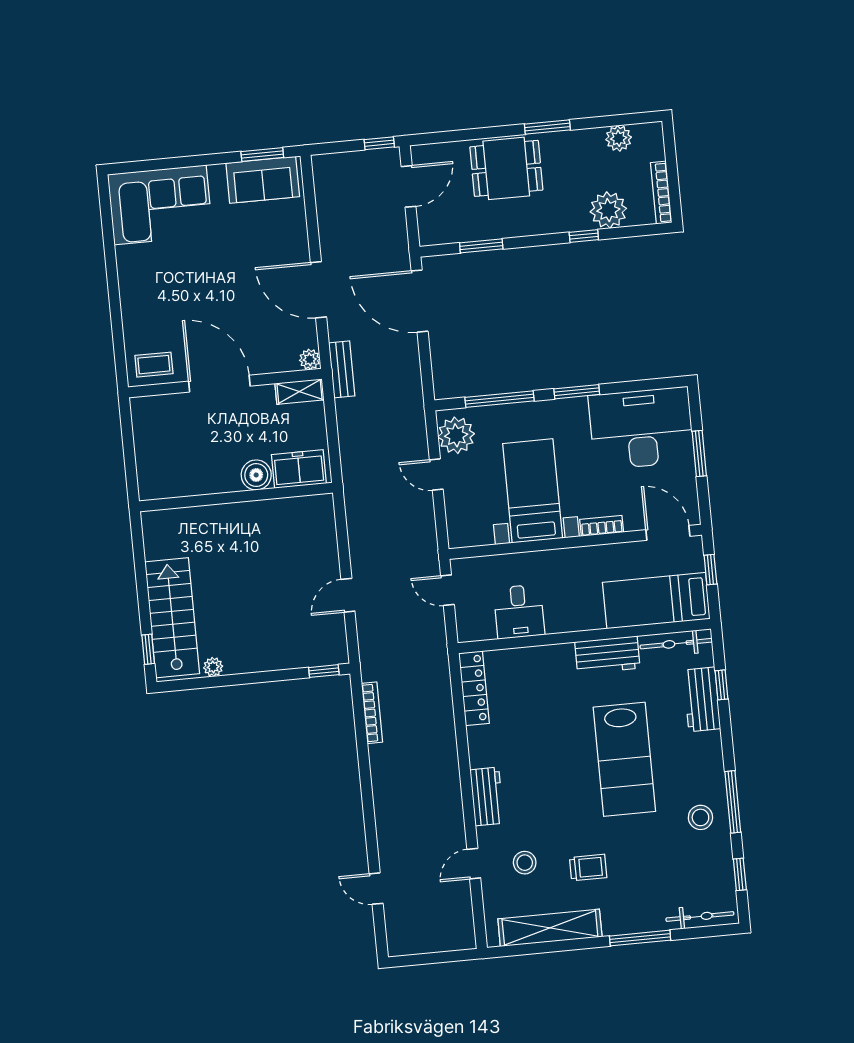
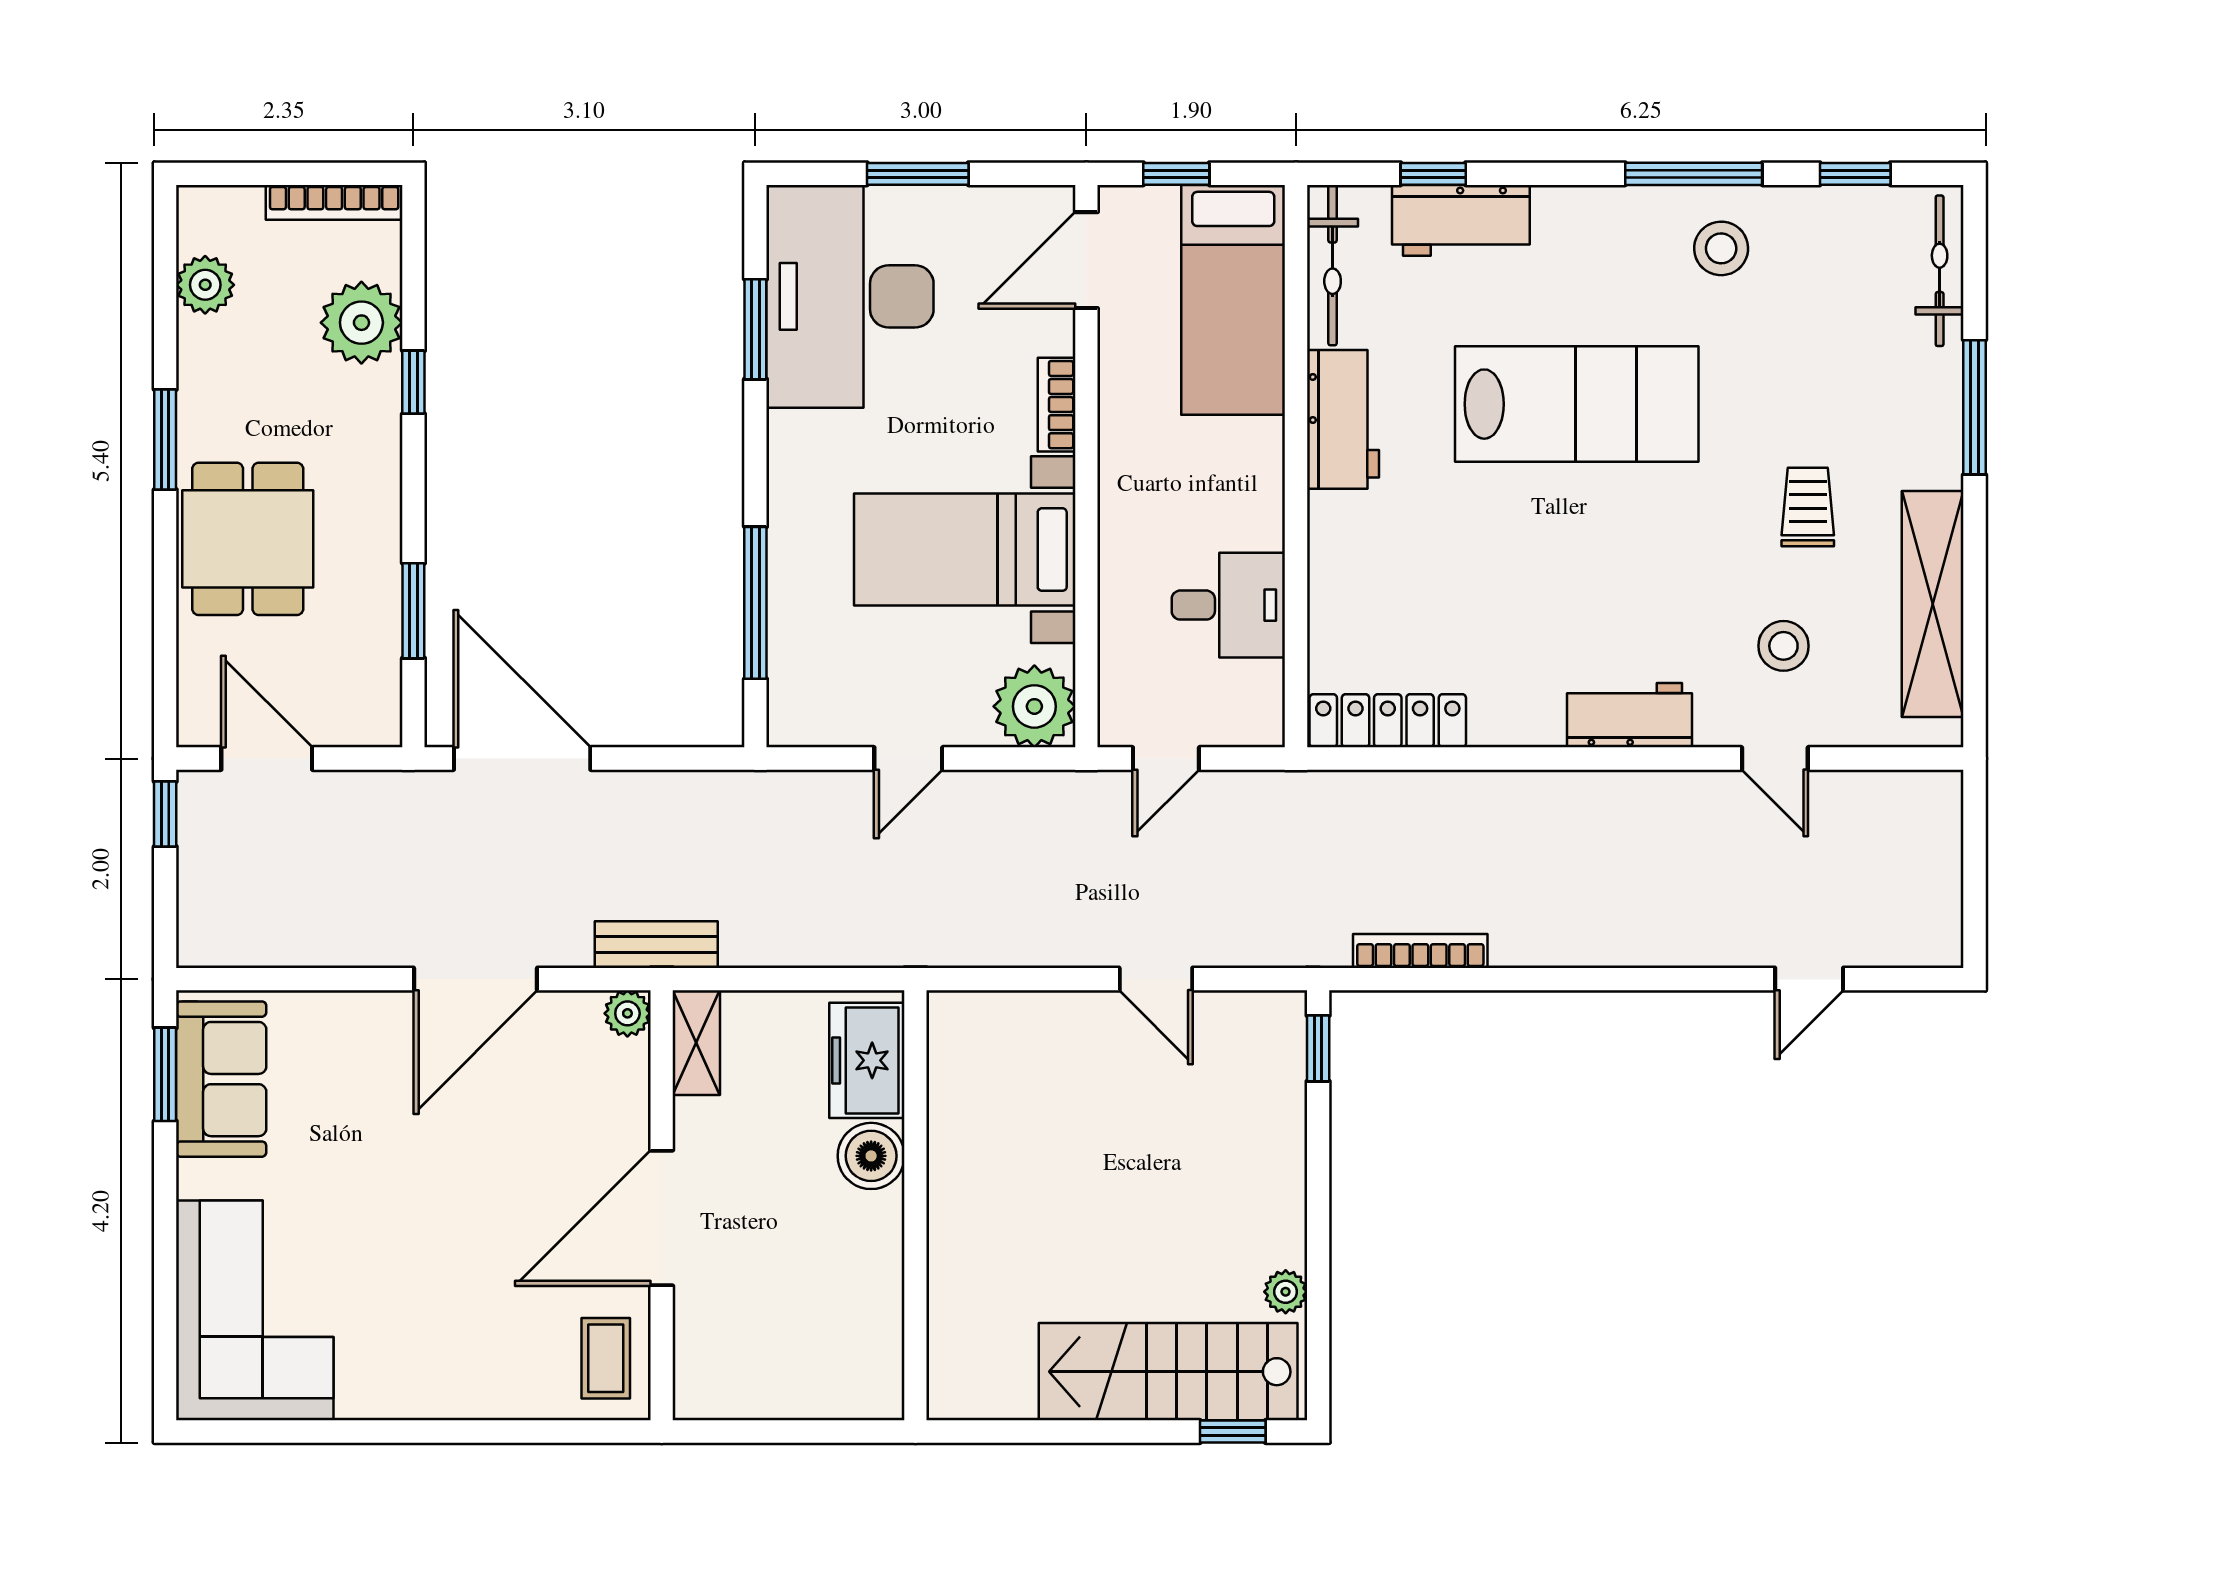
door: (420, 301) -> (522, 759), swing flipped
window: (577, 392) -> (755, 329), moved
plant: (456, 435) -> (1034, 706), moved

